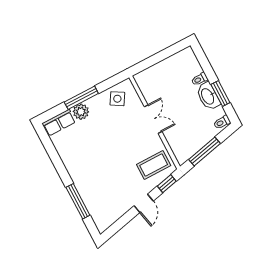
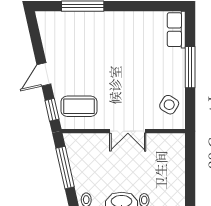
plant: (81, 112) -> (176, 59), removed
coffee table: (154, 165) -> (79, 106), turned 90
door: (144, 203) -> (44, 74), hinge flipped

